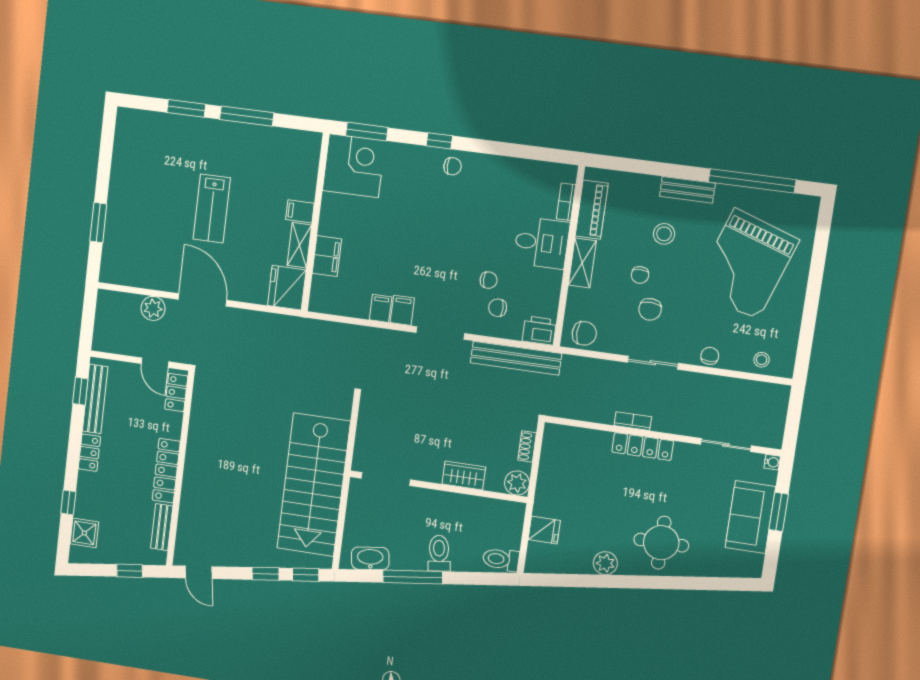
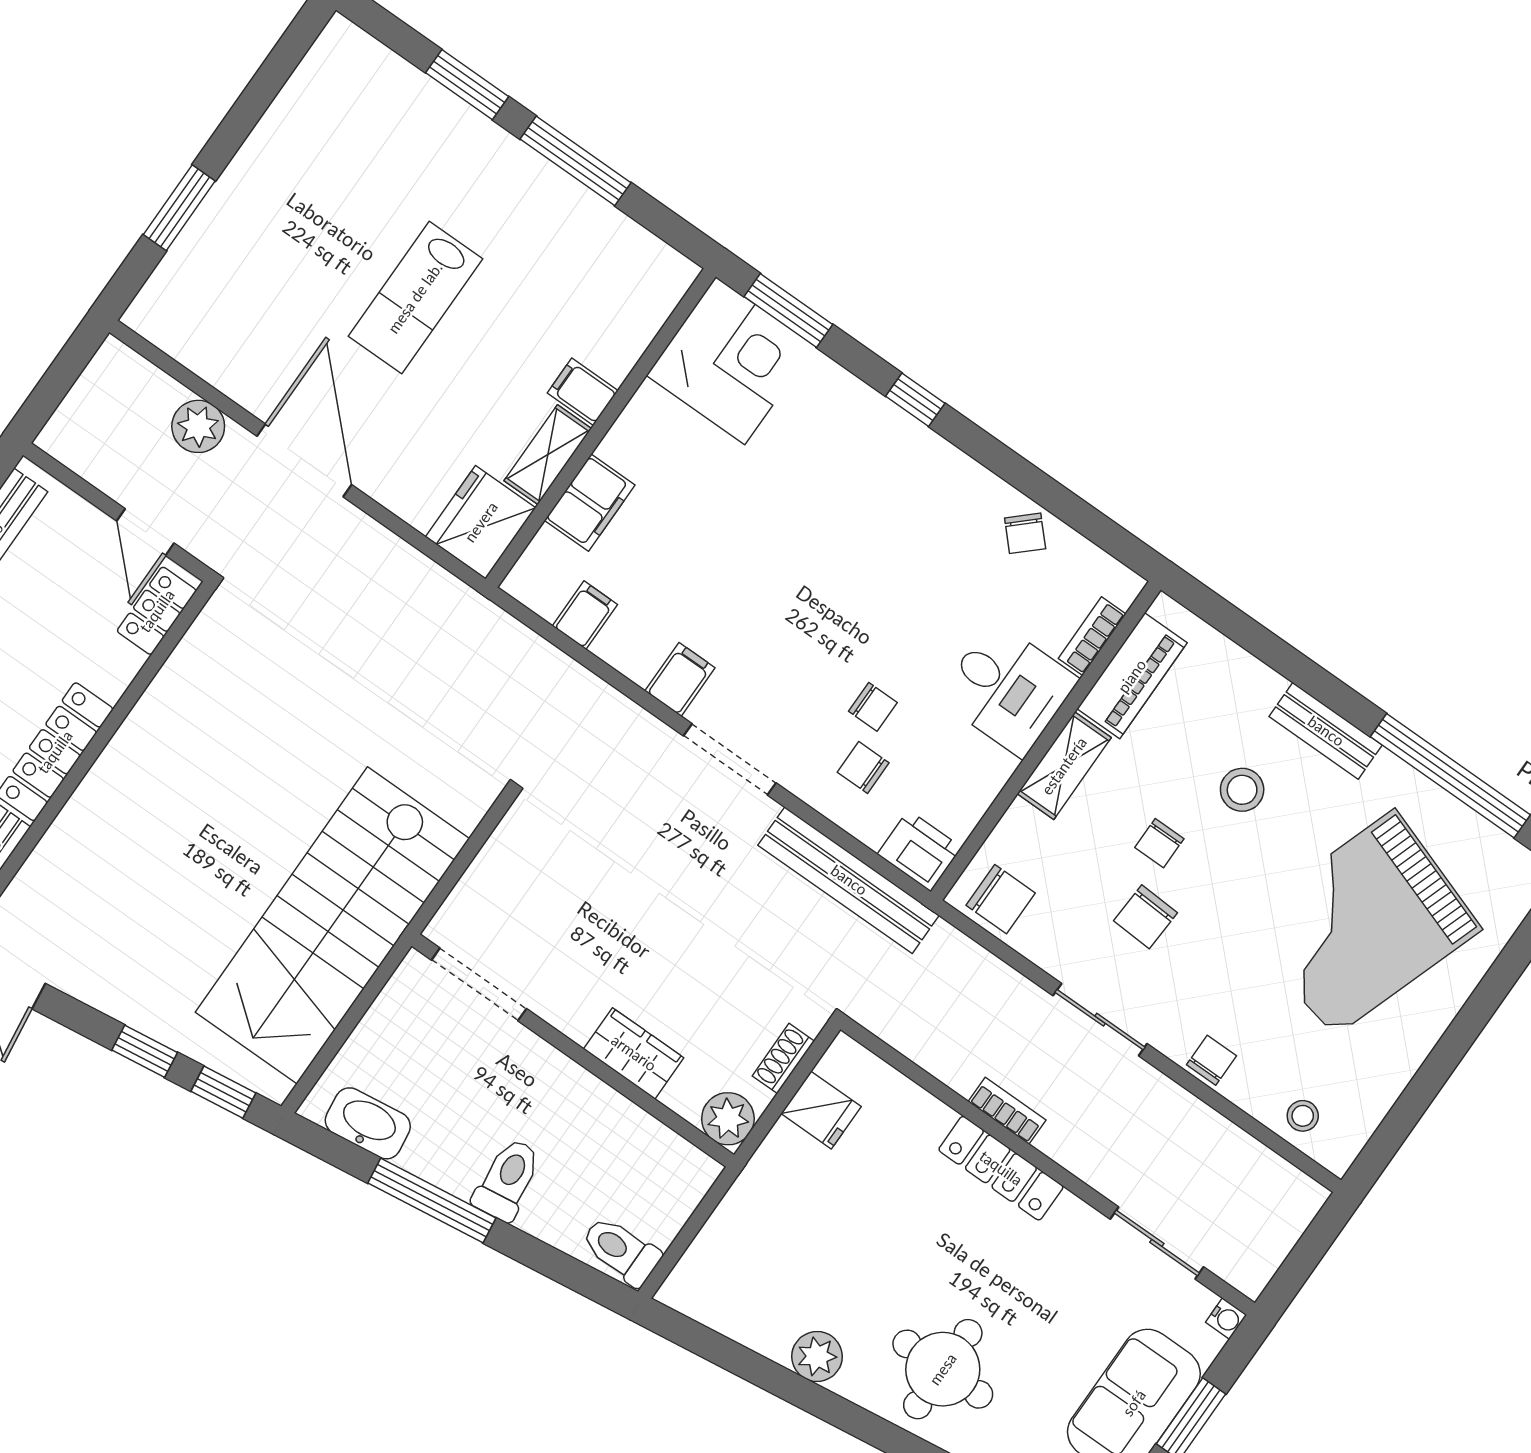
chair: (453, 166) -> (1025, 533), moved, turned 47
filing cabinet: (381, 308) -> (585, 615), moved
fridge: (544, 530) -> (821, 1110), moved

